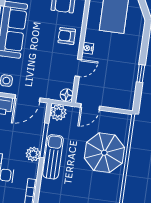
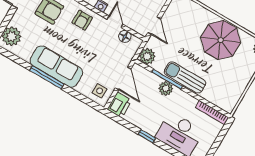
floor lamp: (67, 95) -> (125, 36), moved
parasol: (104, 153) -> (221, 40), moved
plant: (33, 154) -> (166, 88), moved

